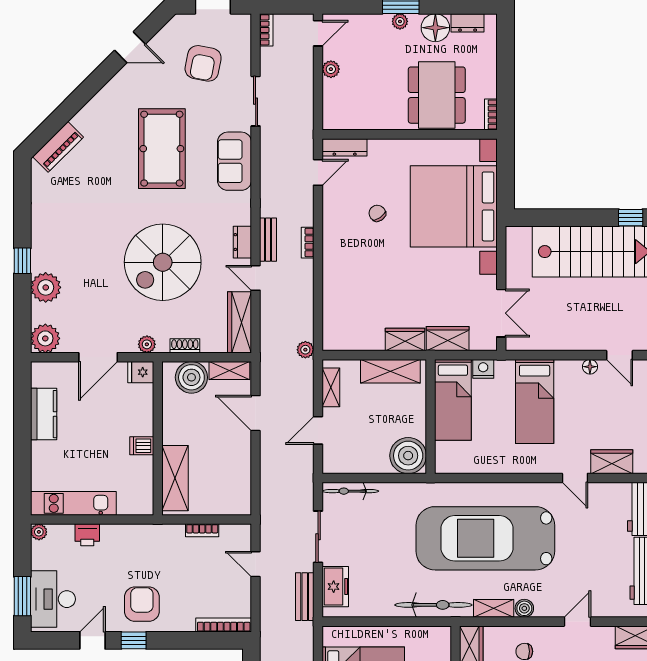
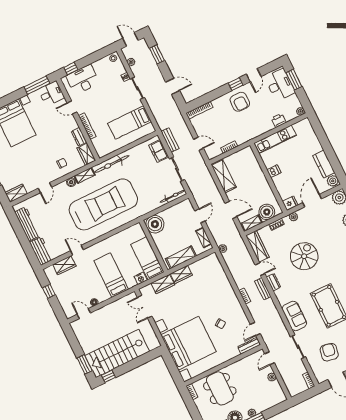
door: (318, 33) -> (270, 358), moved
spiral stairs: (163, 262) -> (304, 256), width x0.73, depth x0.73
plant: (42, 375) -> (333, 181), added
shelving: (175, 478) -> (224, 176), moved
kitchen unit: (73, 503) -> (275, 139), moved

